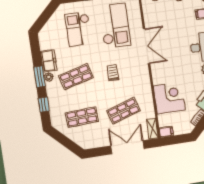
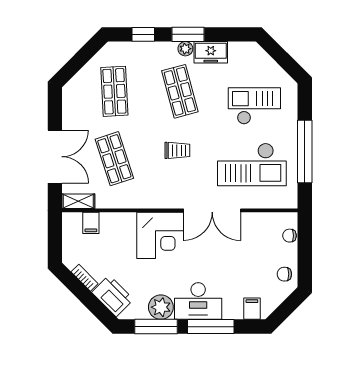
corner desk: (169, 98) -> (160, 235), moved
filing cabinet: (166, 132) -> (91, 223), moved

